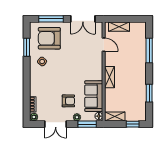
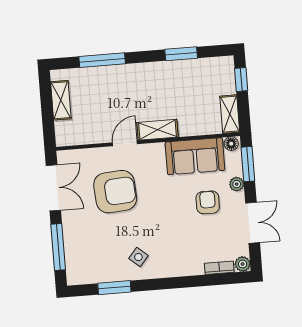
shelving: (119, 27) -> (61, 100), moved
armchair: (49, 38) -> (115, 192), moved, turned -94
door: (104, 45) -> (125, 143), moved

